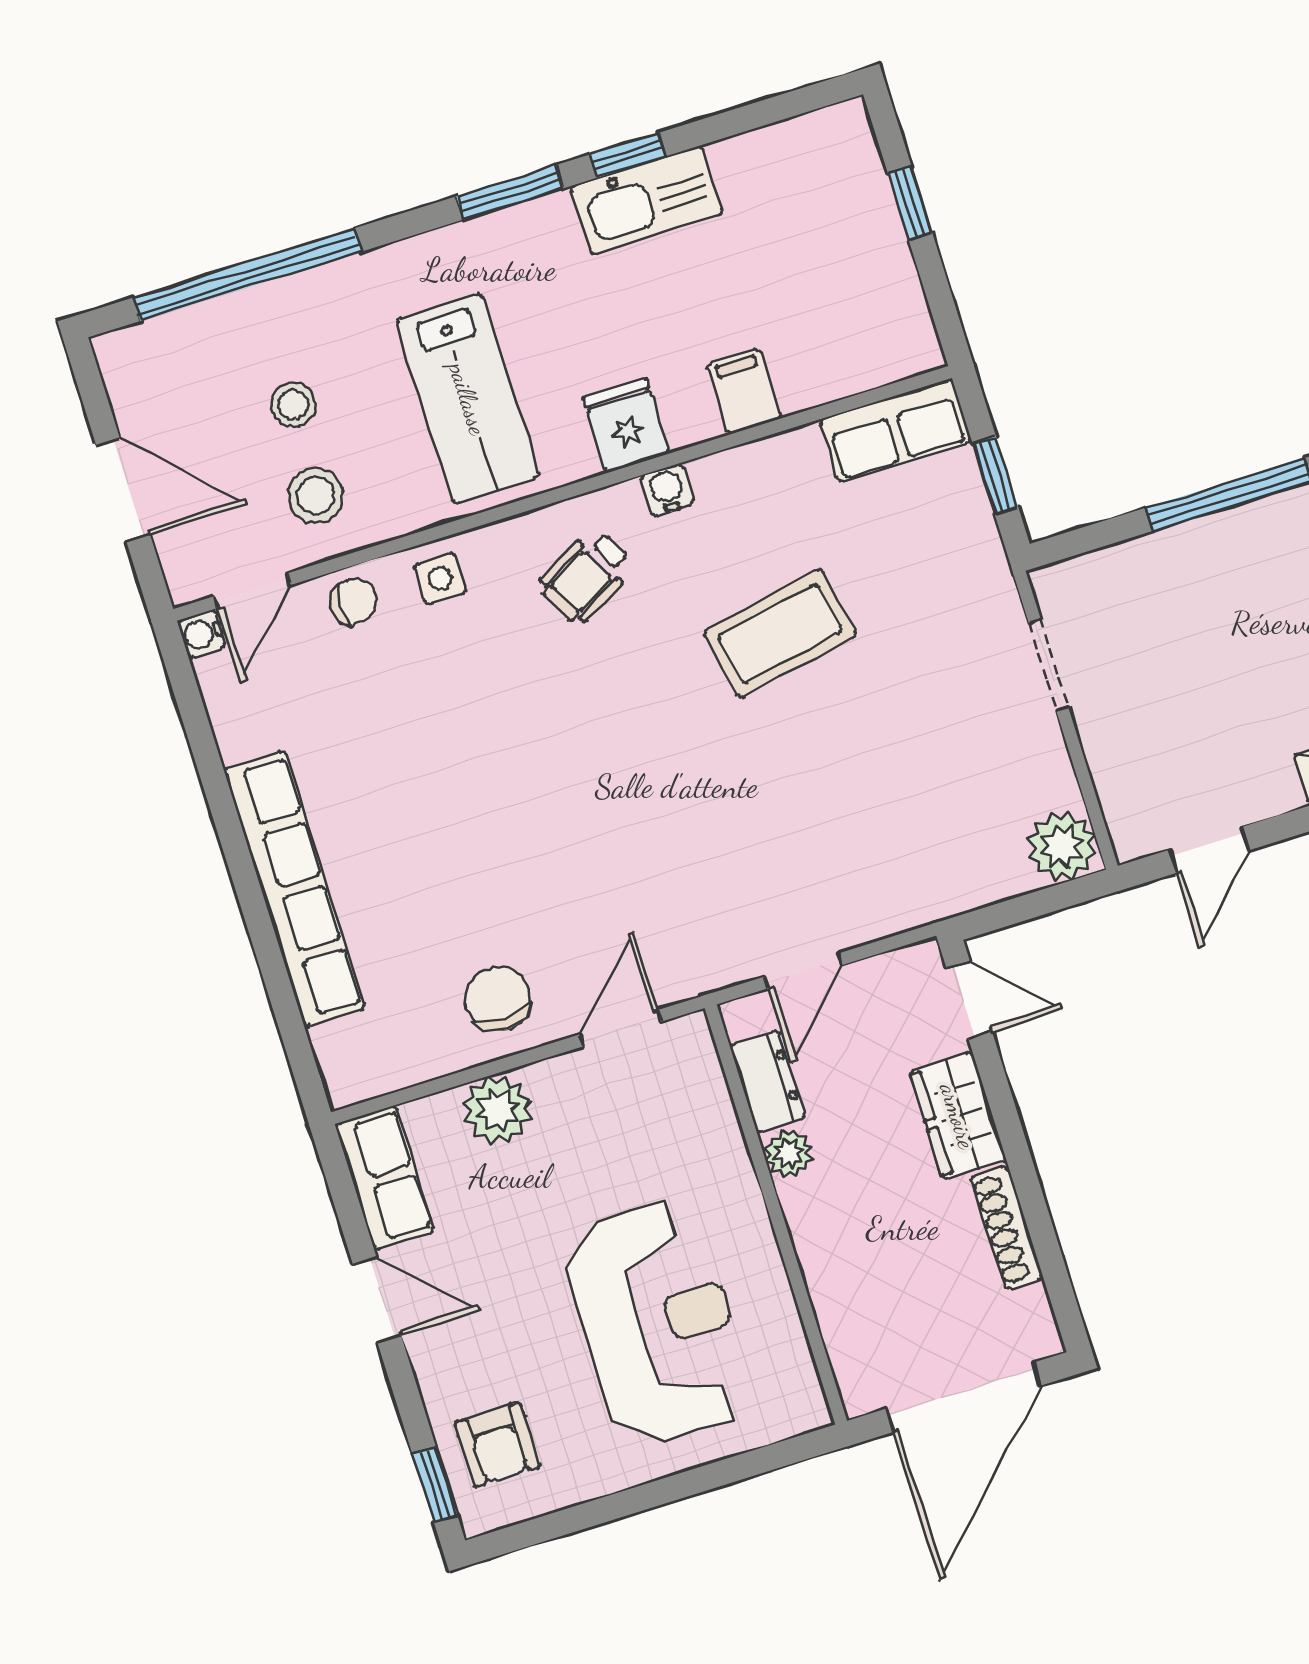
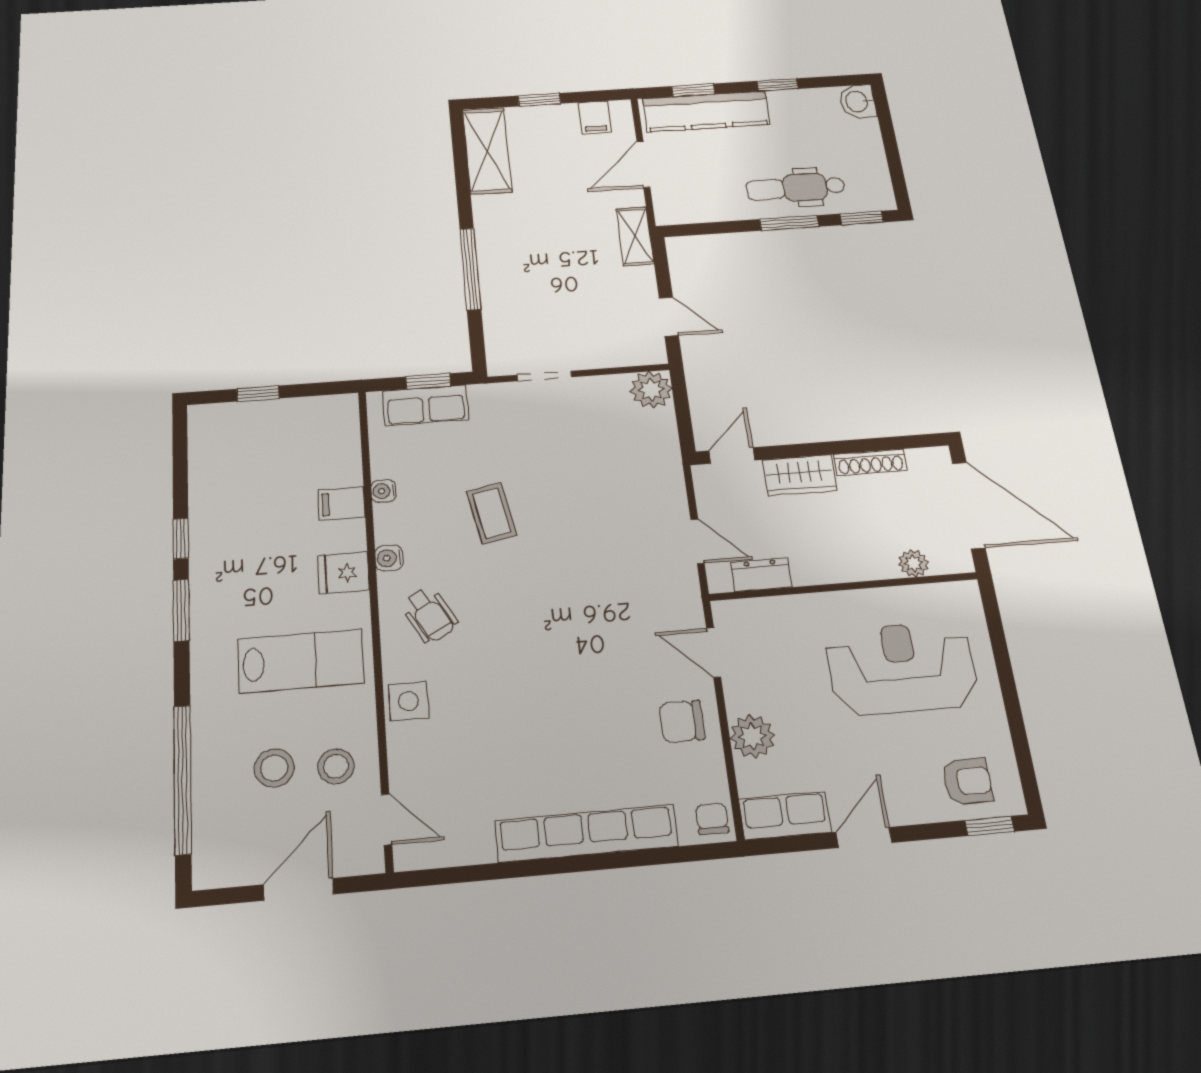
kitchen sink: (647, 200) -> (211, 534), removed
stool: (293, 405) -> (274, 768), width x1.37, depth x1.37
row of seats: (896, 430) -> (426, 405), moved, turned 90
side table: (440, 578) -> (409, 701), width x1.37, depth x1.37
chair: (353, 602) -> (712, 819), moved
water cooler: (202, 634) -> (384, 491), moved, turned 90
coffee table: (780, 634) -> (492, 513), width x0.73, depth x0.77
plant: (789, 1154) -> (913, 563), moved

